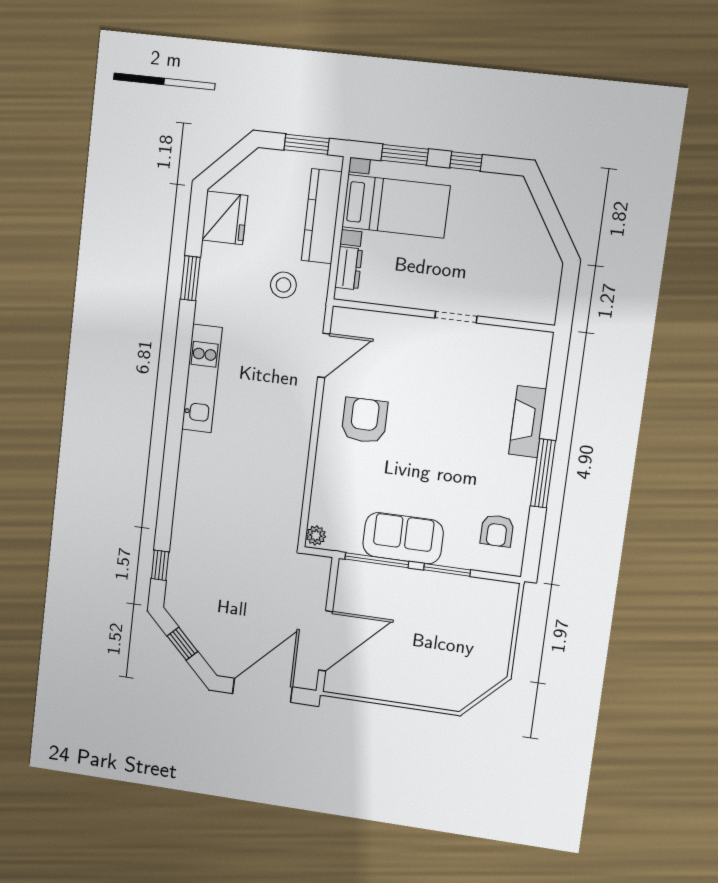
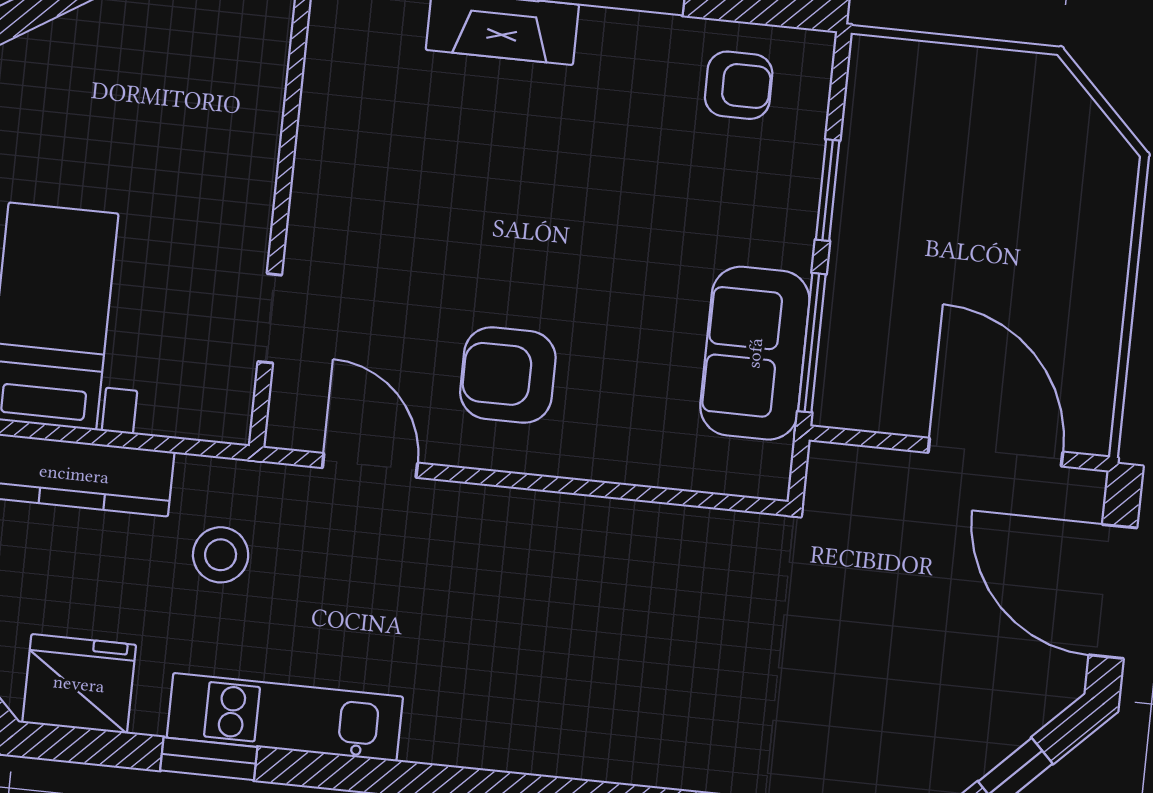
dresser: (349, 268) -> (183, 415), removed
doorway: (456, 317) -> (270, 318), moved
kitchen unit: (202, 379) -> (285, 717), moved
plant: (316, 535) -> (762, 477), removed
sofa: (403, 538) -> (755, 353), moved

